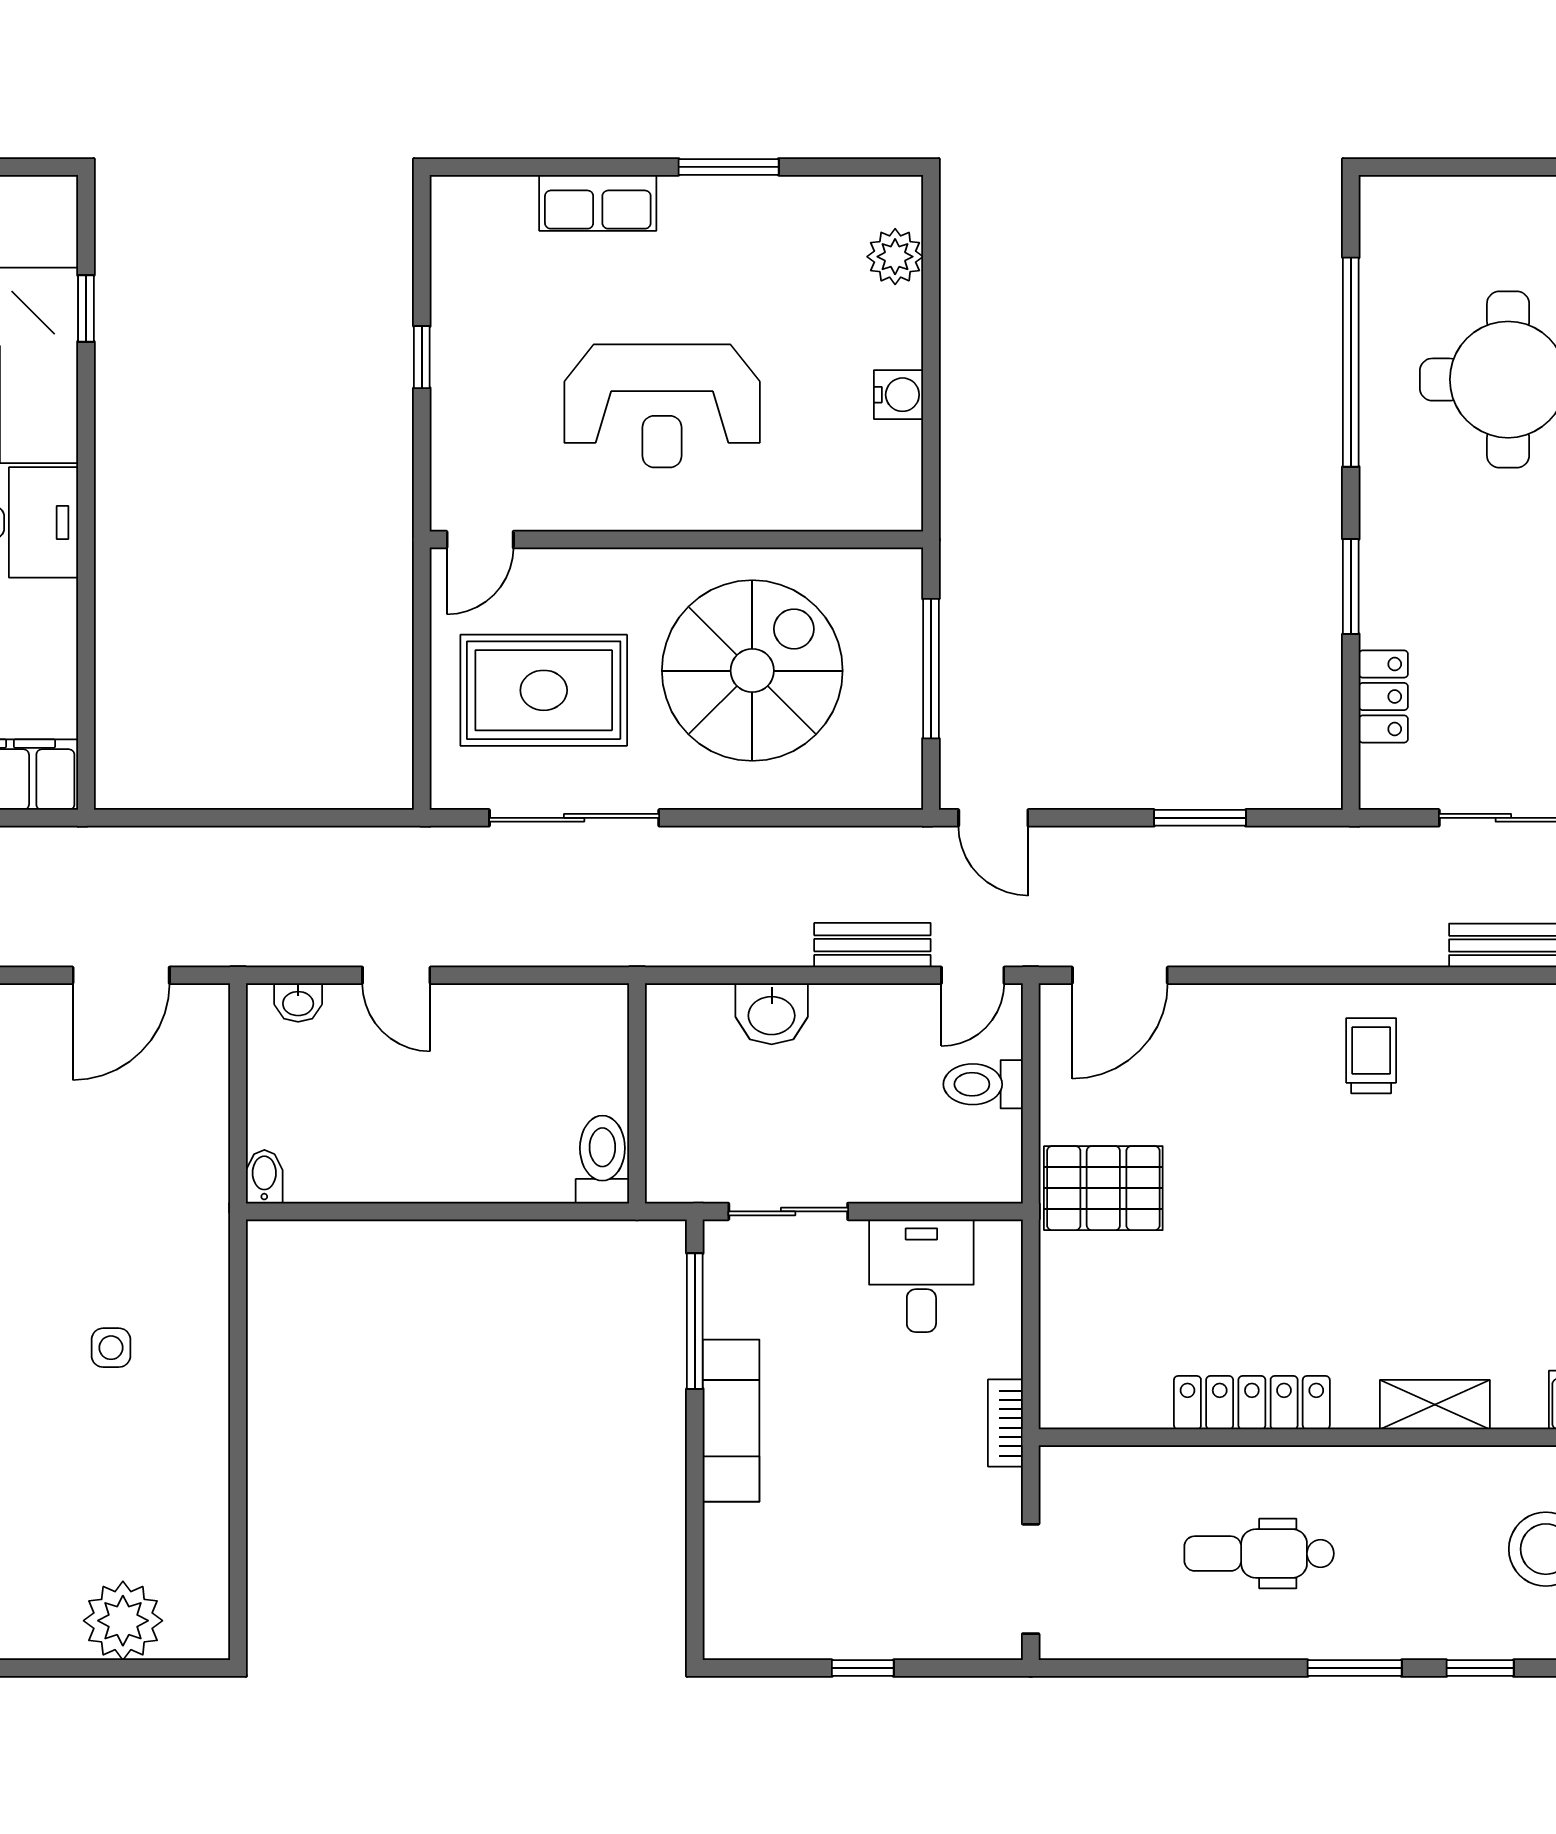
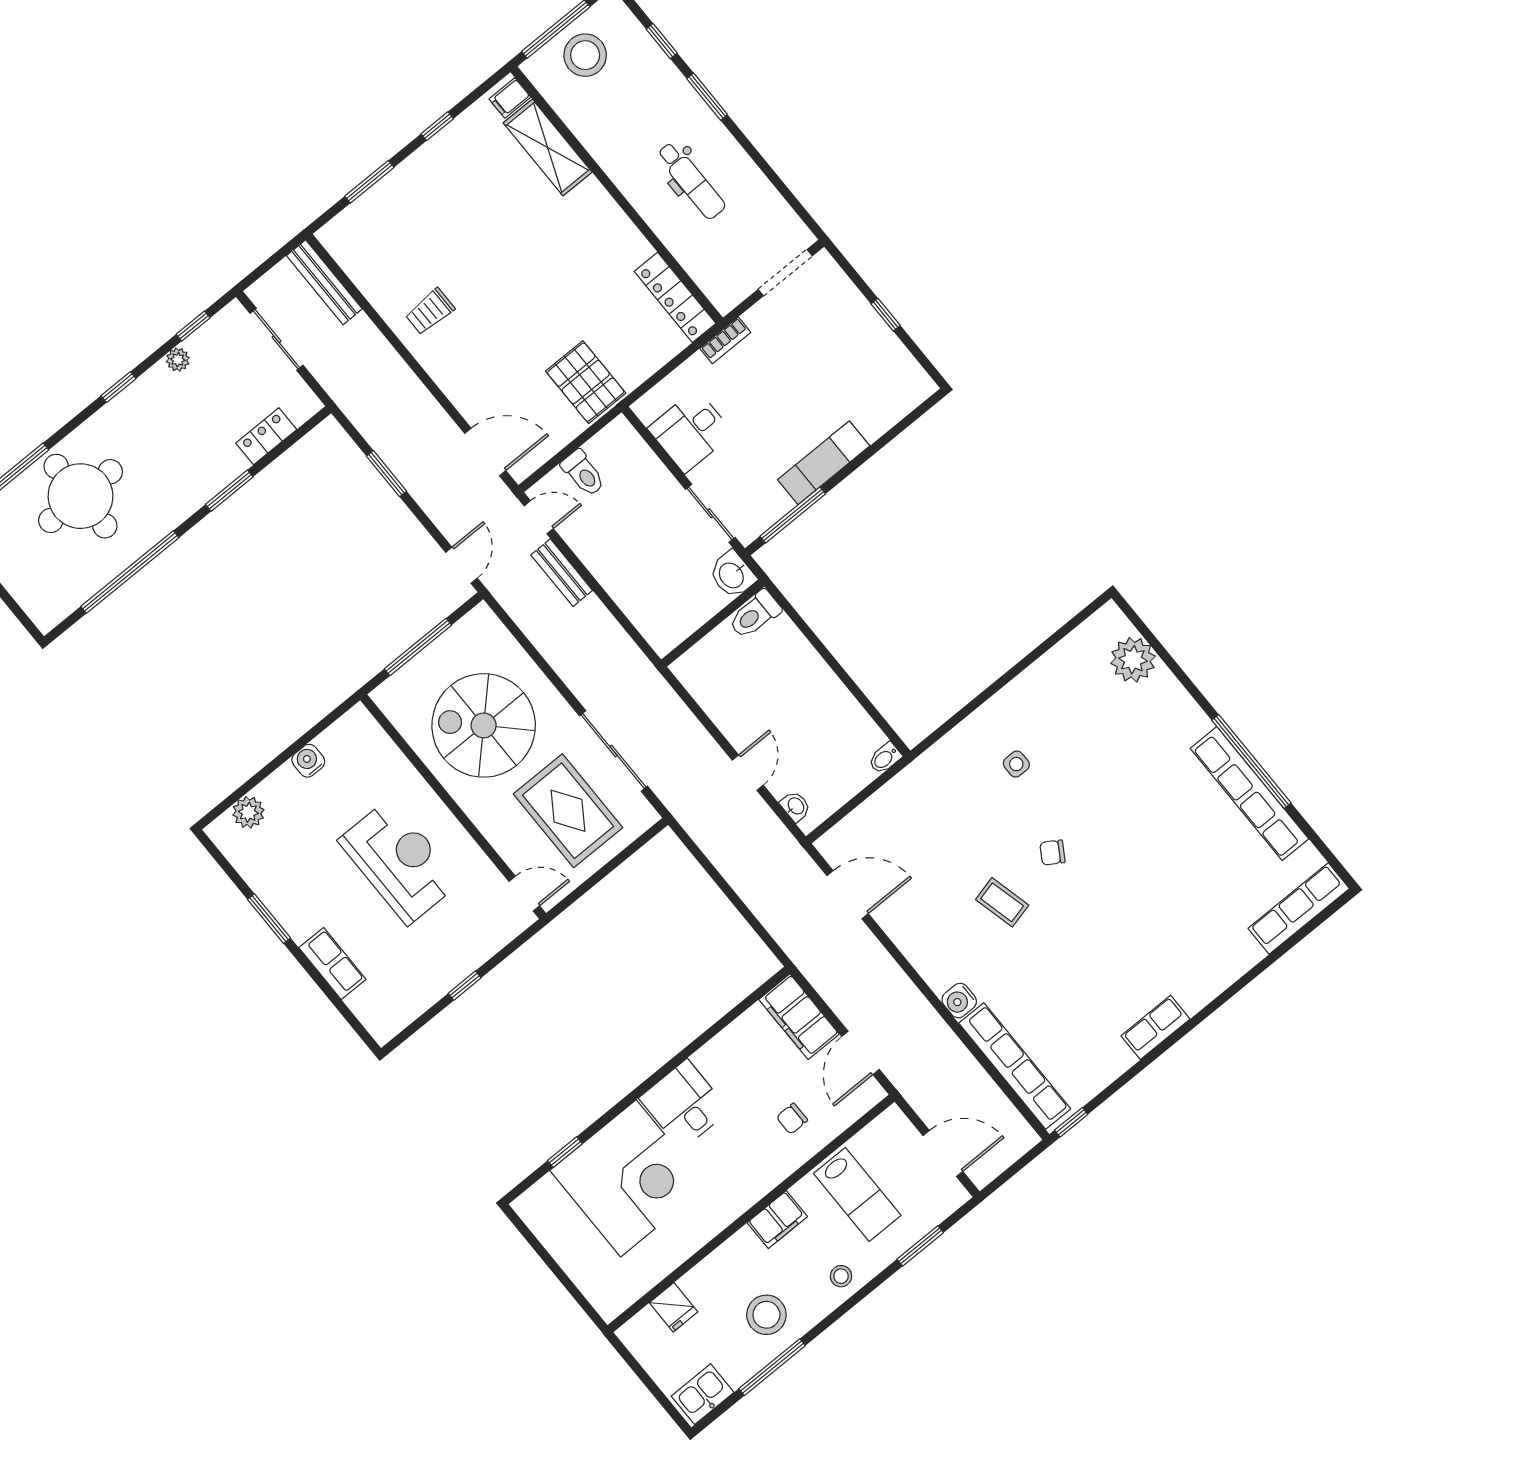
washbasin: (772, 1014) -> (732, 575), moved, turned 180
locker: (1252, 1403) -> (675, 297), moved
shelving: (1435, 1405) -> (548, 148), width x1.50, depth x1.33

